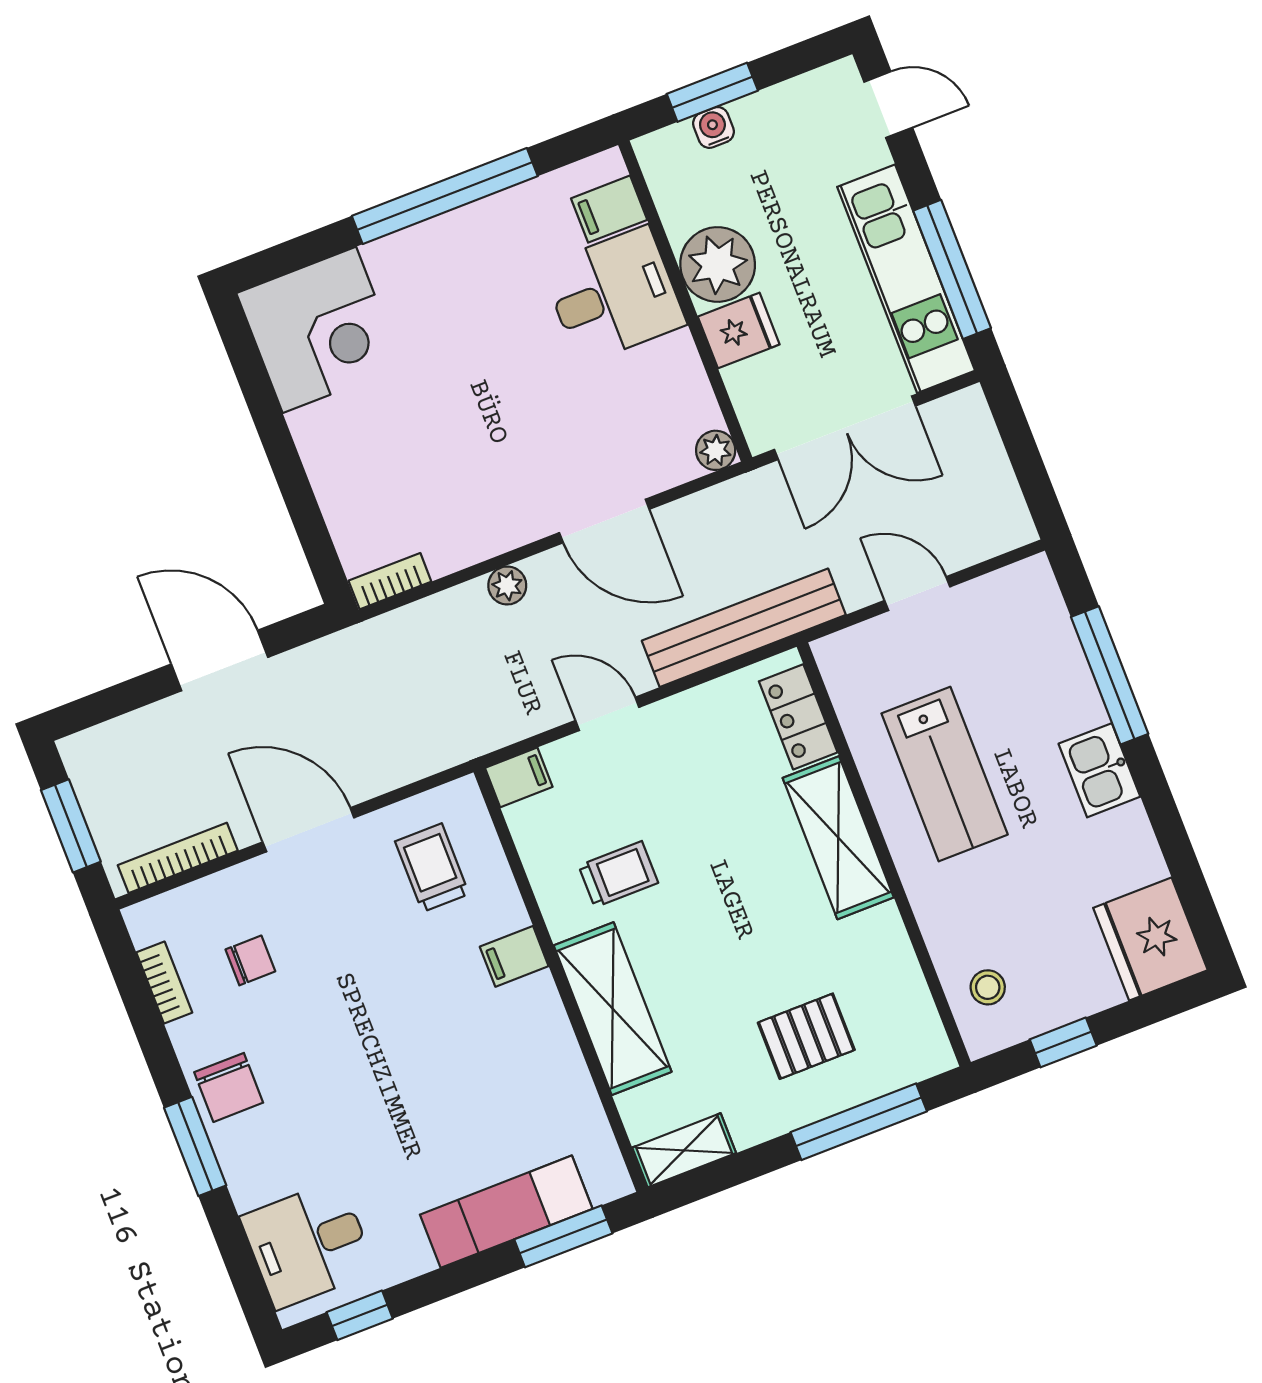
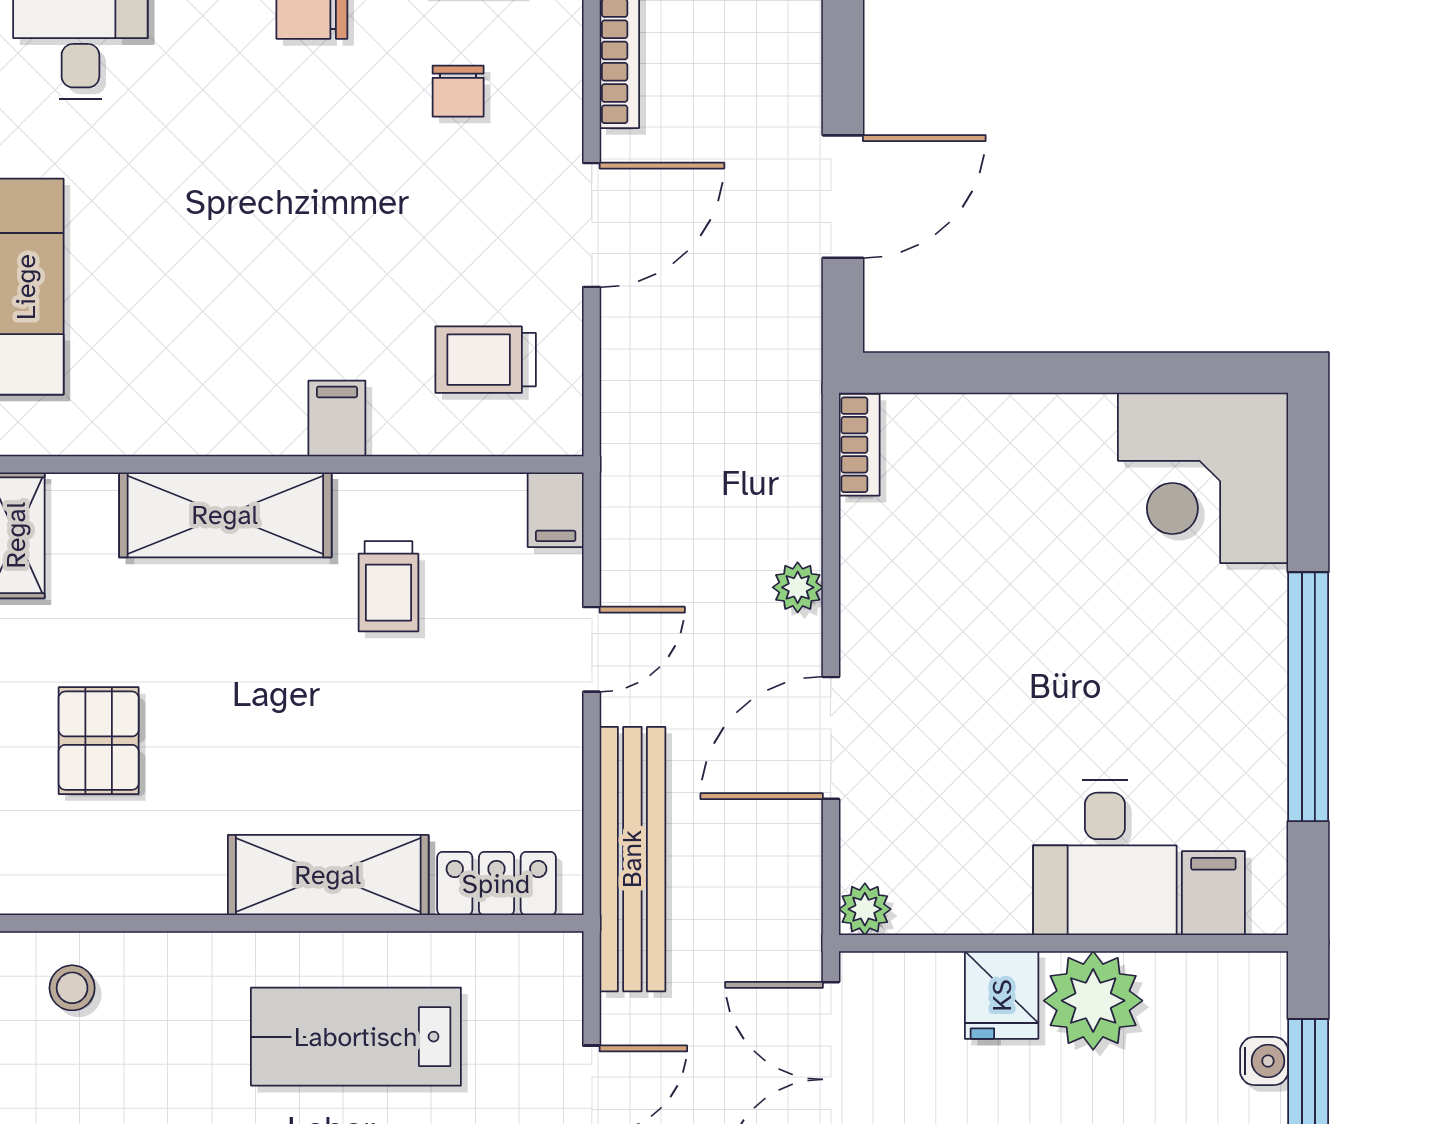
trolley: (432, 868) -> (486, 360), turned 180

